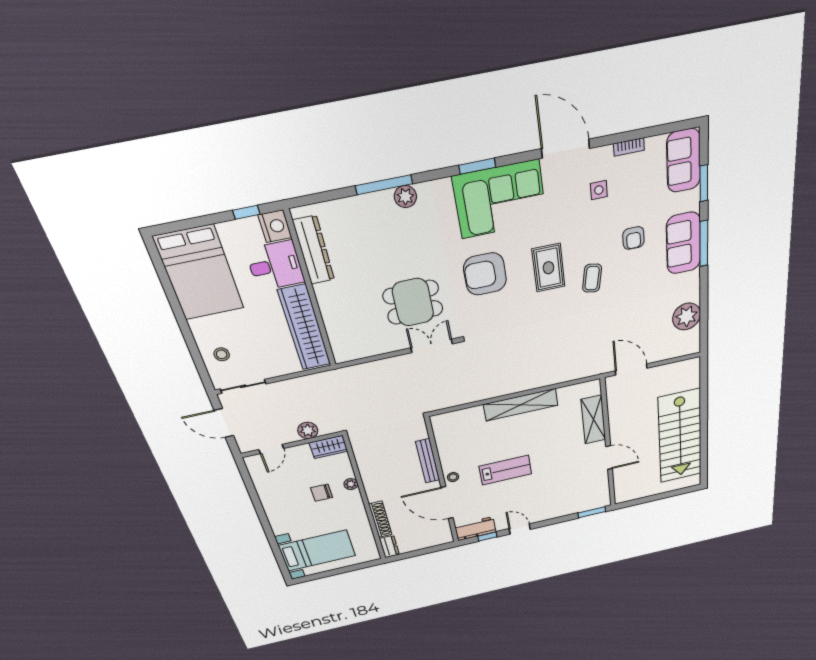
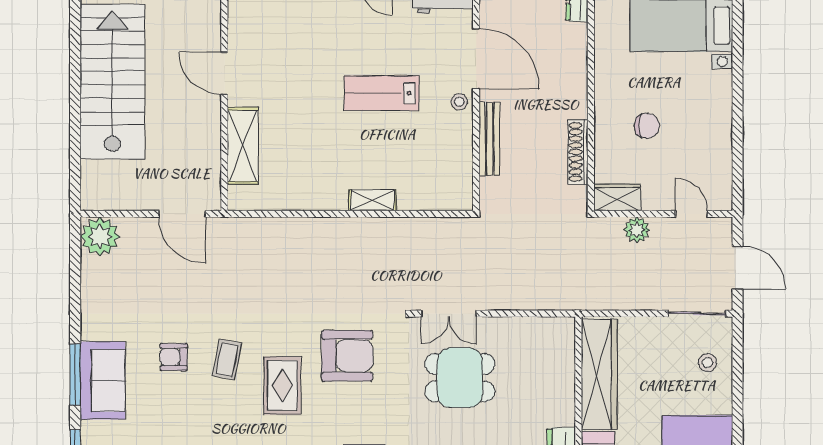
armchair: (633, 238) -> (174, 357), moved, turned -90
armchair: (485, 274) -> (347, 356), moved
plant: (687, 317) -> (100, 236), moved
shelving: (521, 405) -> (372, 200), width x0.45, depth x0.75
door: (271, 449) -> (692, 214), hinge flipped
plant: (351, 484) -> (603, 129), removed
shoe rack: (380, 519) -> (578, 152), moved

